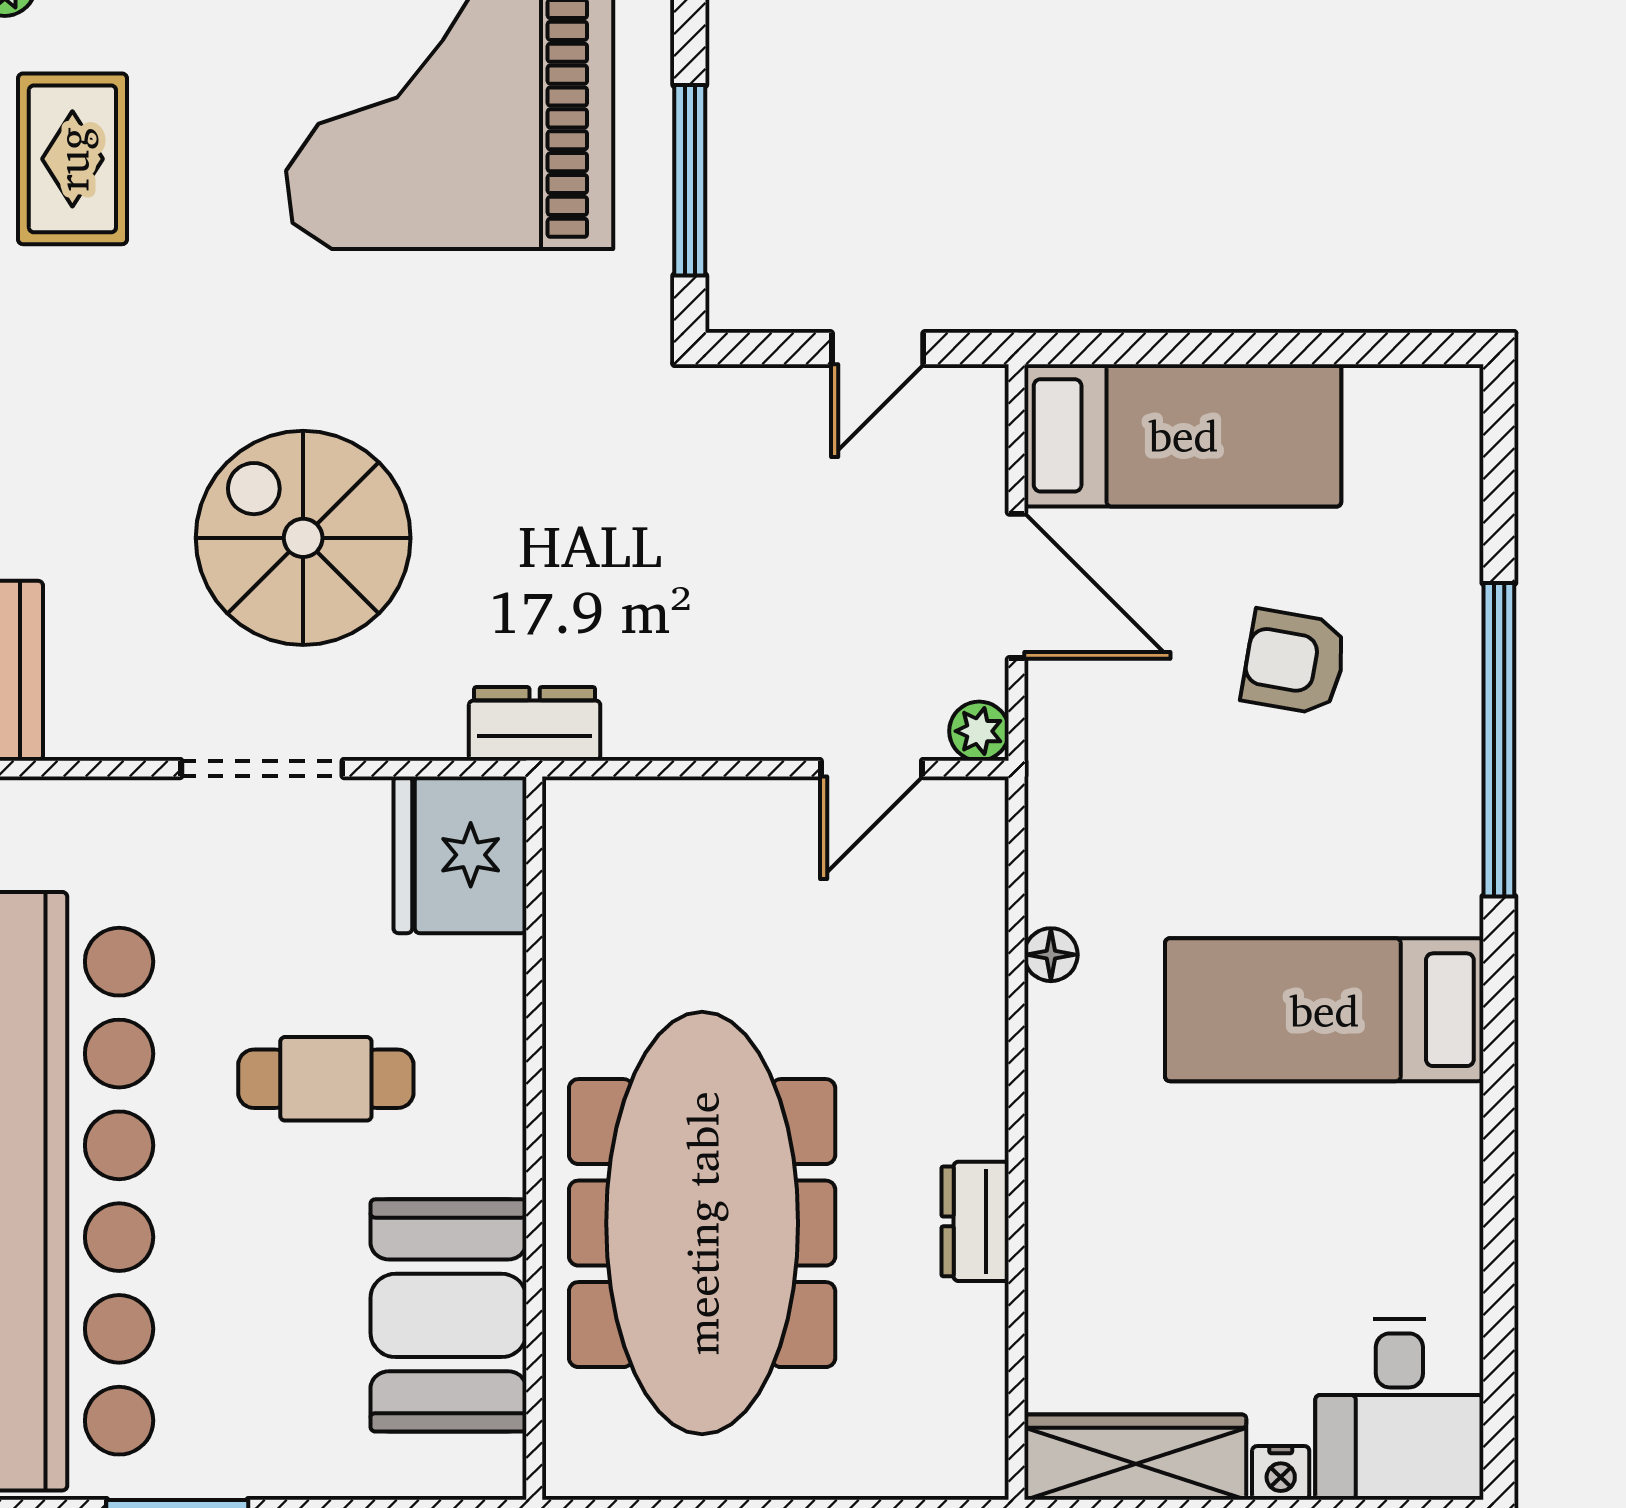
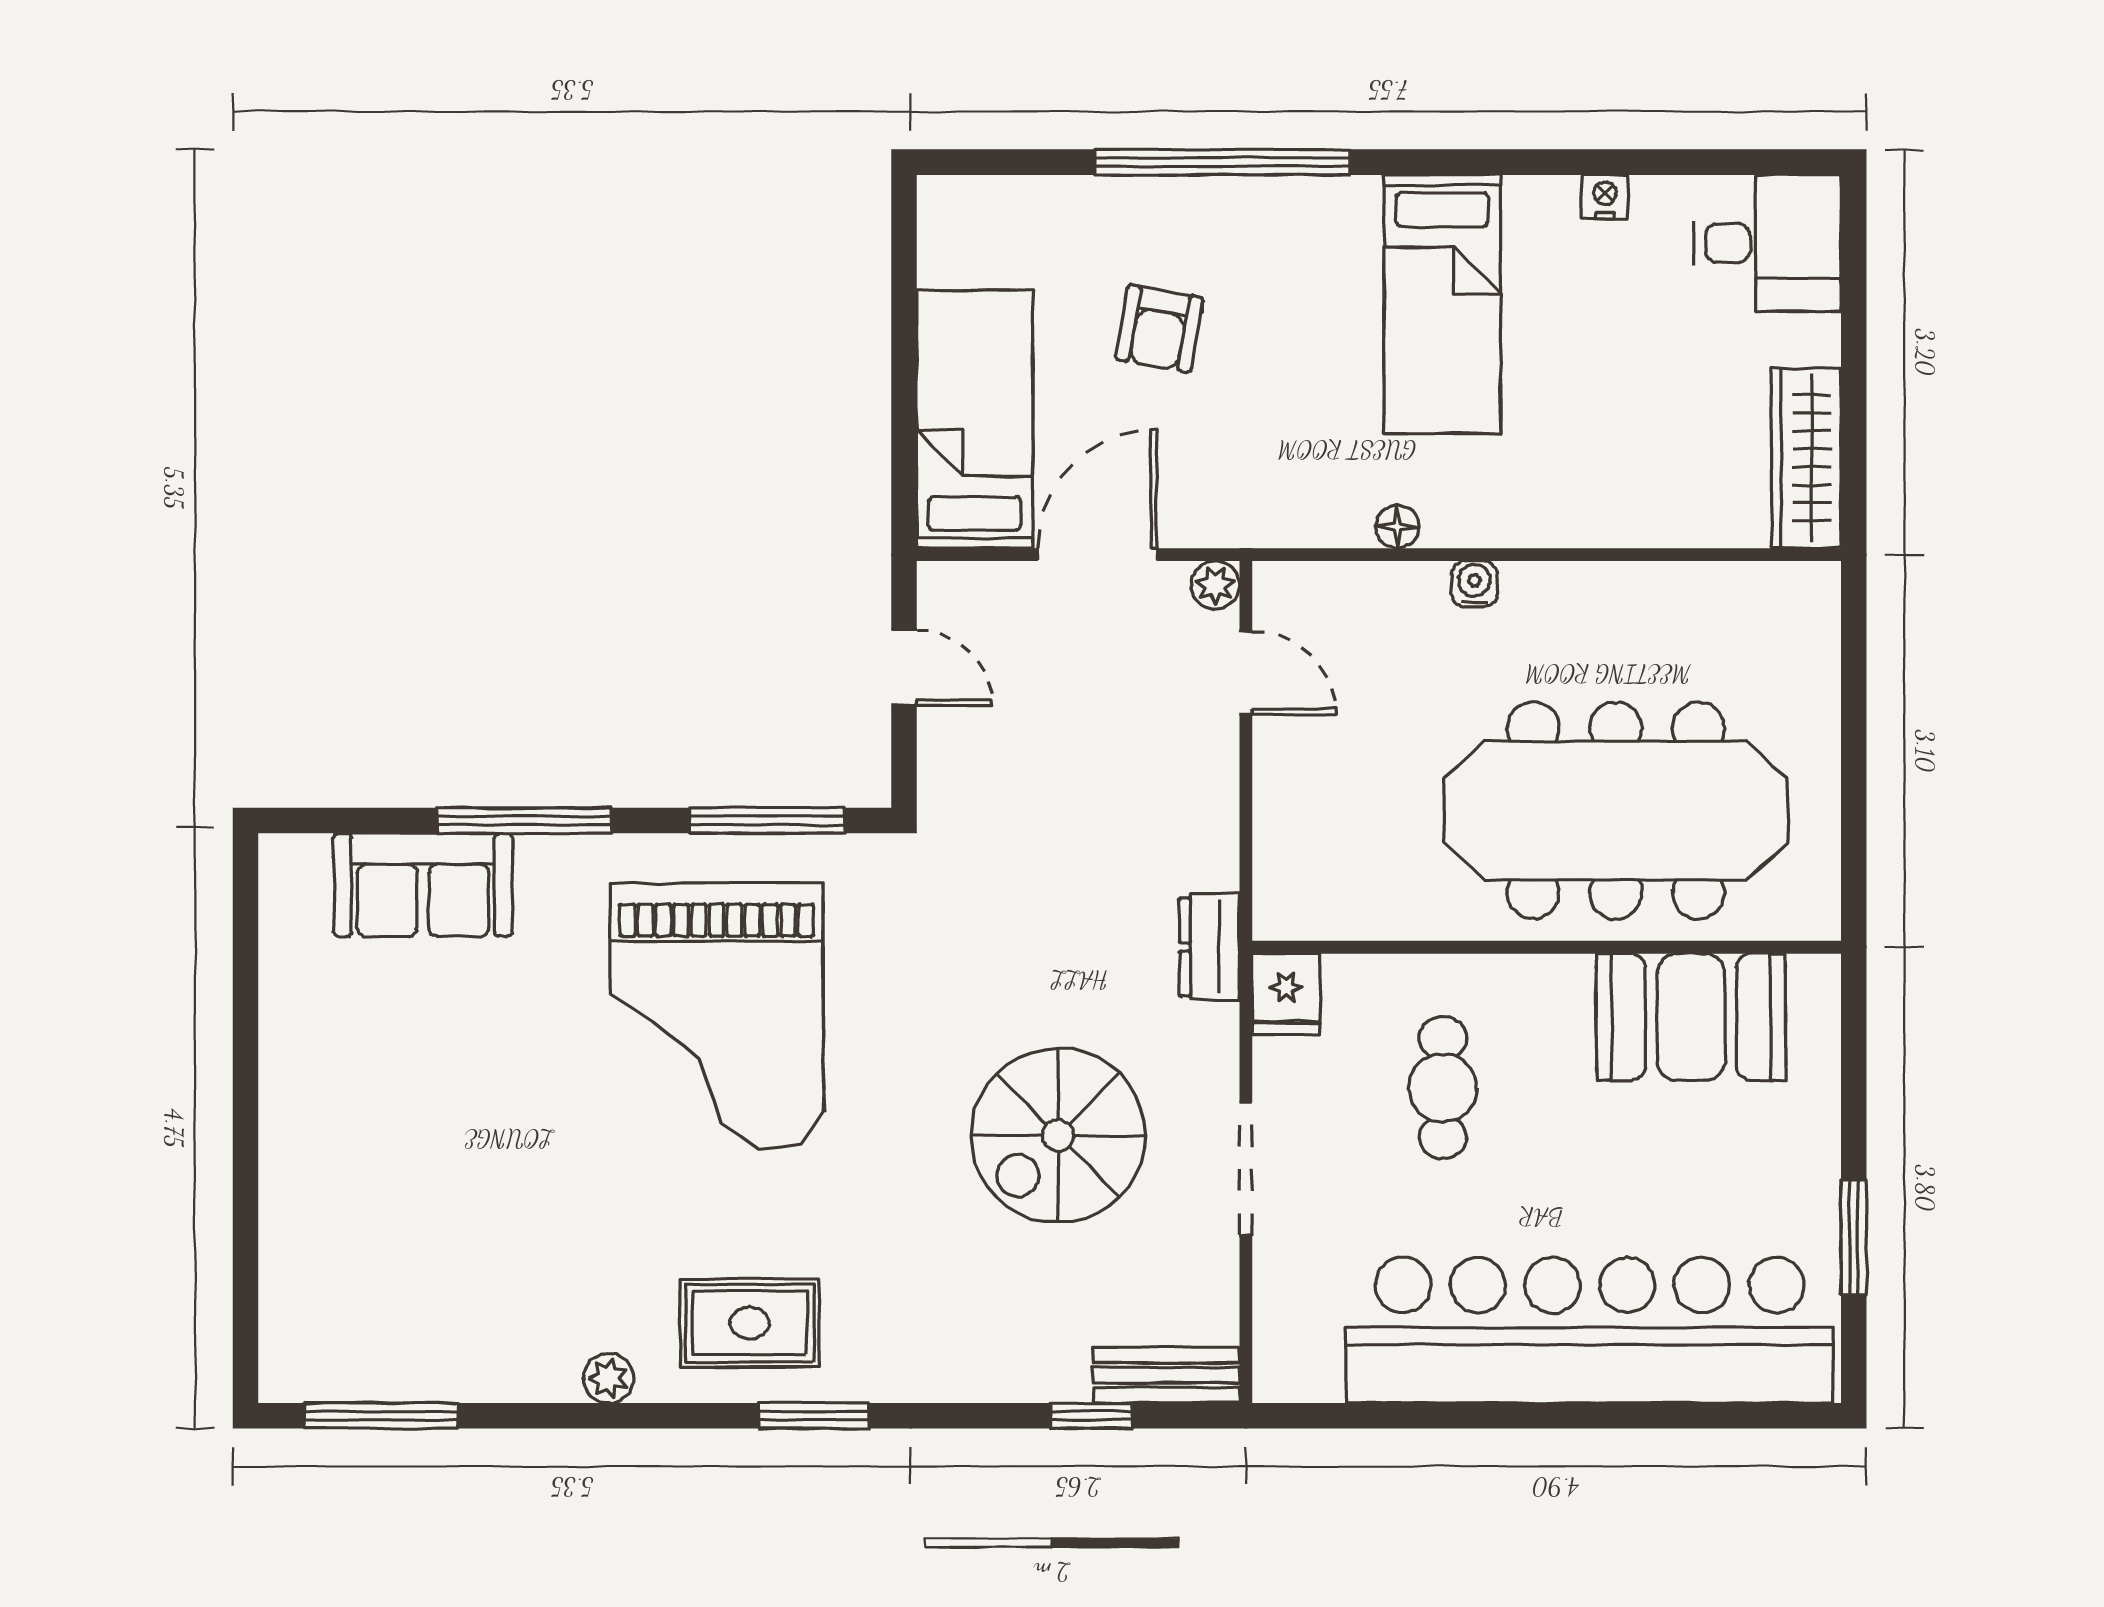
fridge: (460, 855) -> (1286, 994), width x0.53, depth x0.75
water cooler: (980, 1049) -> (1474, 584), added
cafe table: (326, 1079) -> (1443, 1088), moved
dresser: (975, 1221) -> (1614, 588), removed
nightstand: (1281, 1473) -> (1605, 197), moved, turned -90

